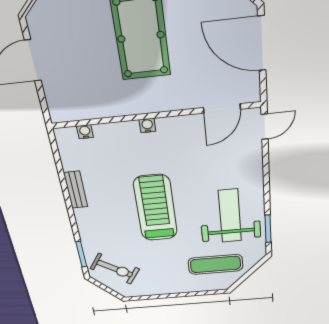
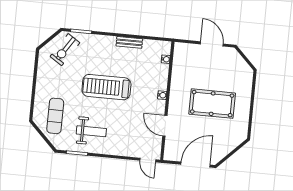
door: (222, 108) -> (165, 126), moved
treadmill: (156, 208) -> (106, 87), turned 180
weight bench: (230, 216) -> (91, 131), width x0.73, depth x0.75

